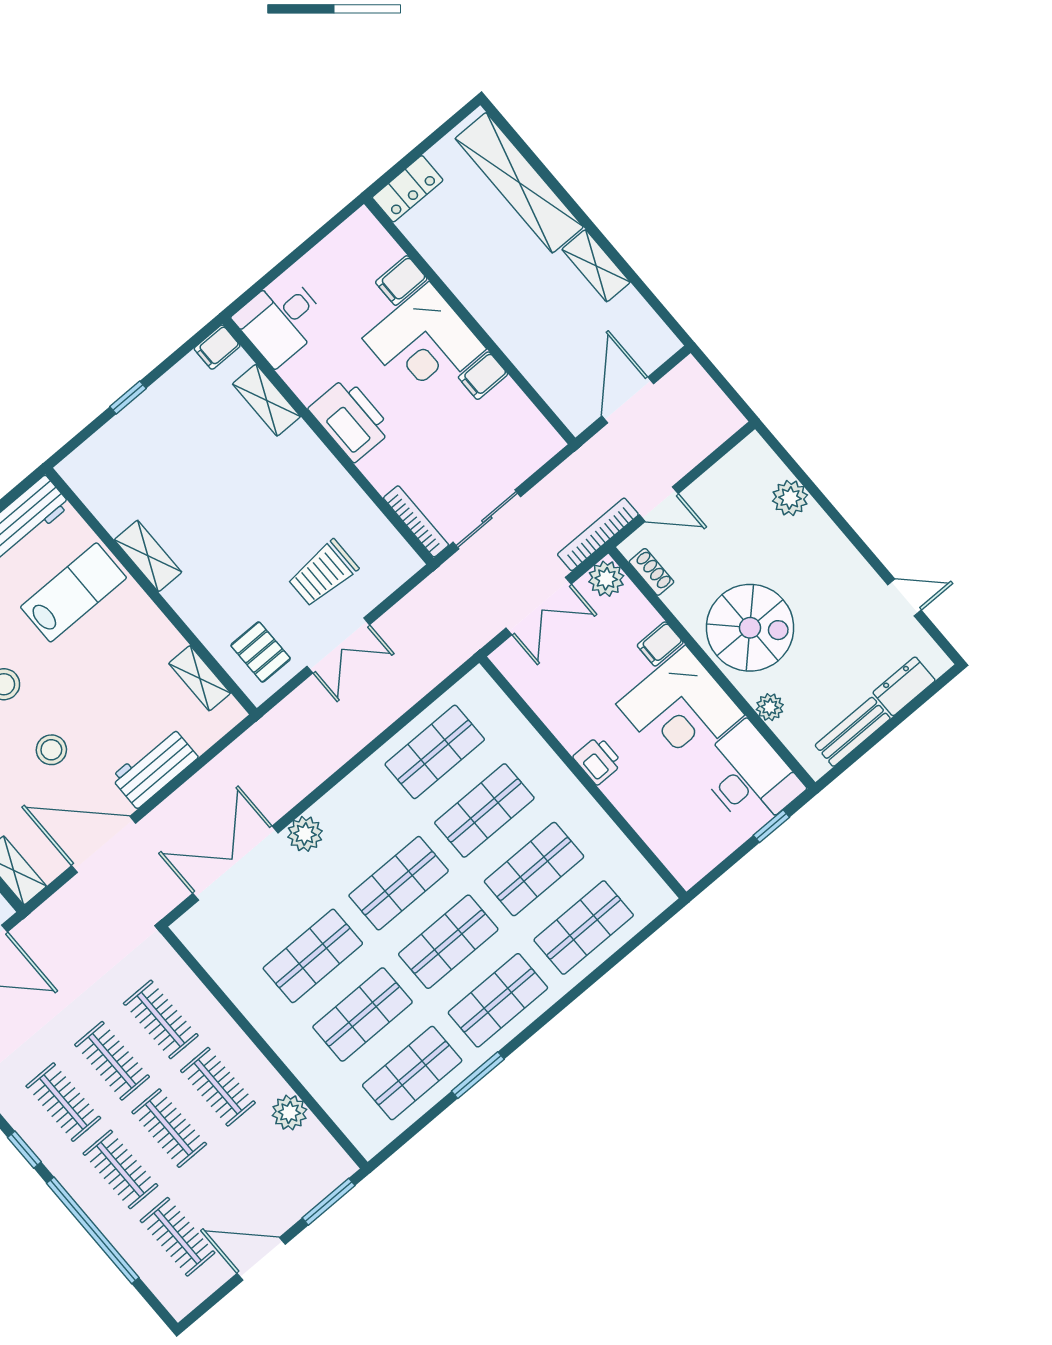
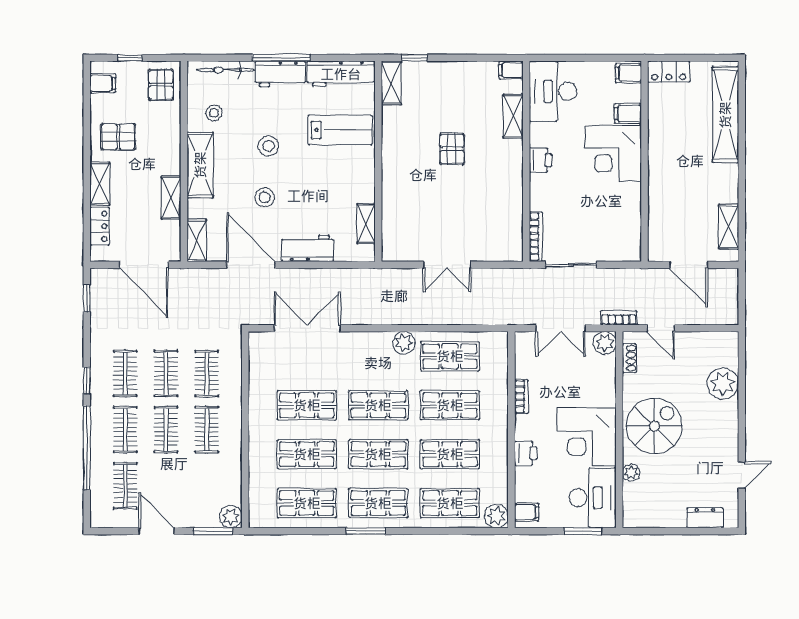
shelving: (596, 266) -> (729, 227), moved
desk: (281, 320) -> (553, 91), width x1.37
filing cabinet: (483, 376) -> (628, 73), moved
window: (128, 398) -> (414, 58), moved
door: (628, 400) -> (689, 265), swing flipped
printer: (350, 419) -> (541, 160), width x0.53, depth x0.68
plant: (790, 498) -> (723, 384), width x1.36, depth x1.36
bookcase: (598, 534) -> (619, 318), width x0.64
shelving: (148, 556) -> (391, 83), moved
trolley: (323, 573) -> (469, 223), removed
door: (905, 598) -> (742, 475), hinge flipped
spiral stairs: (750, 628) -> (654, 426), turned -90
filing cabinet: (660, 644) -> (527, 512), moved, turned 180
pallet: (261, 652) -> (452, 149), moved
bookcase: (561, 727) -> (521, 396), added
bench: (853, 732) -> (661, 519), removed
printer: (598, 760) -> (526, 453), moved
window: (771, 826) -> (583, 531), width x1.50
plant: (305, 834) -> (404, 343), moved
plant: (652, 896) -> (496, 516), added
window: (478, 1075) -> (366, 531), moved
plant: (289, 1112) -> (231, 517), moved

